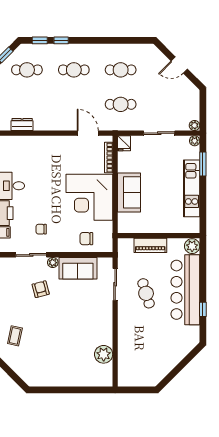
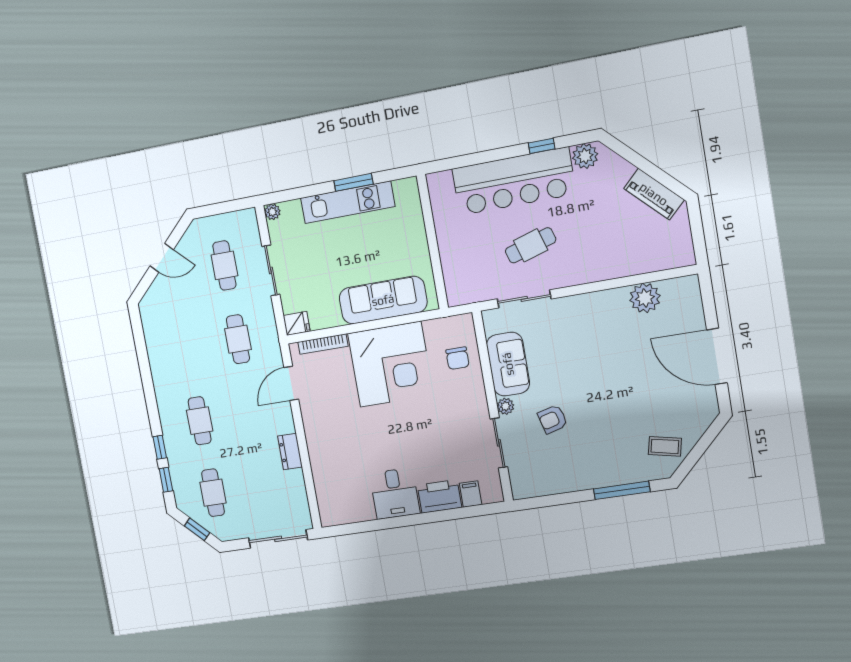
door: (179, 65) -> (162, 258), hinge flipped
cafe table: (121, 70) -> (224, 265), moved
dresser: (22, 124) -> (290, 452), moved
plant: (194, 125) -> (249, 216), removed
window: (203, 164) -> (353, 182), moved
sofa: (129, 192) -> (383, 300), width x1.36
chair: (41, 229) -> (455, 433), removed
piano: (150, 245) -> (654, 194), moved, turned 135
plant: (192, 246) -> (585, 156), moved
coffee table: (15, 336) -> (665, 446), moved
door: (63, 390) -> (717, 356), added

